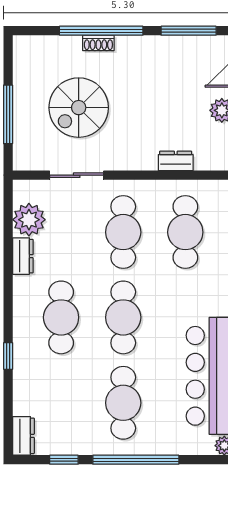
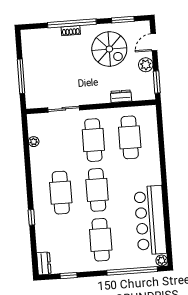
window: (189, 31) -> (123, 20), width x0.69
spiral stairs: (79, 108) -> (109, 49), moved, turned -90
plant: (29, 220) -> (34, 142), width x0.53, depth x0.53
dresser: (23, 256) -> (36, 158), removed
window: (136, 460) -> (132, 271), moved

